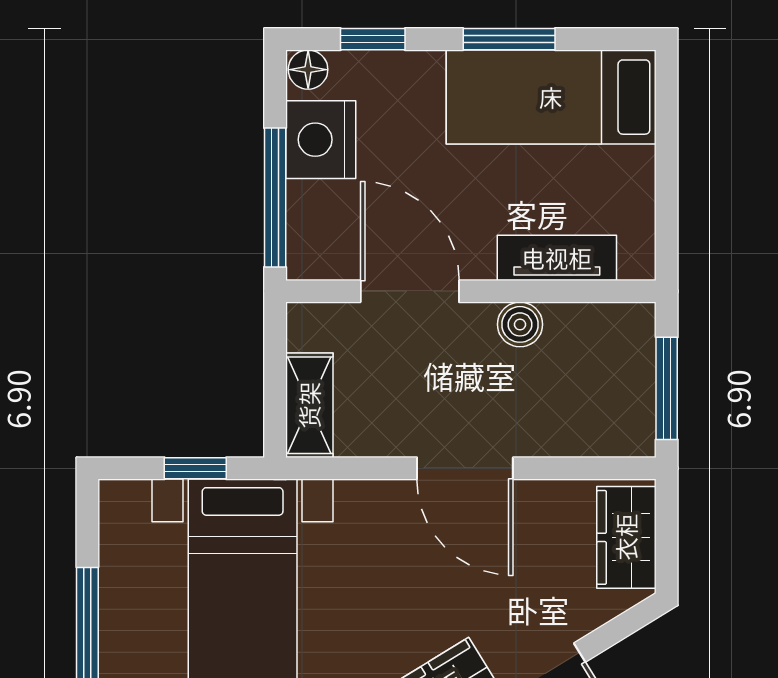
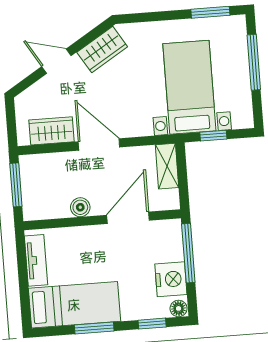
tv unit: (557, 258) -> (36, 260), moved, turned -90
door: (410, 291) -> (128, 218), swing flipped
wardrobe: (626, 537) -> (52, 131), moved, turned -90

